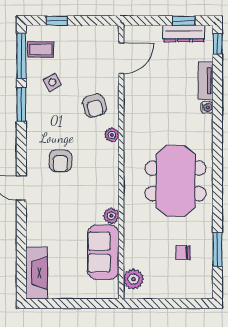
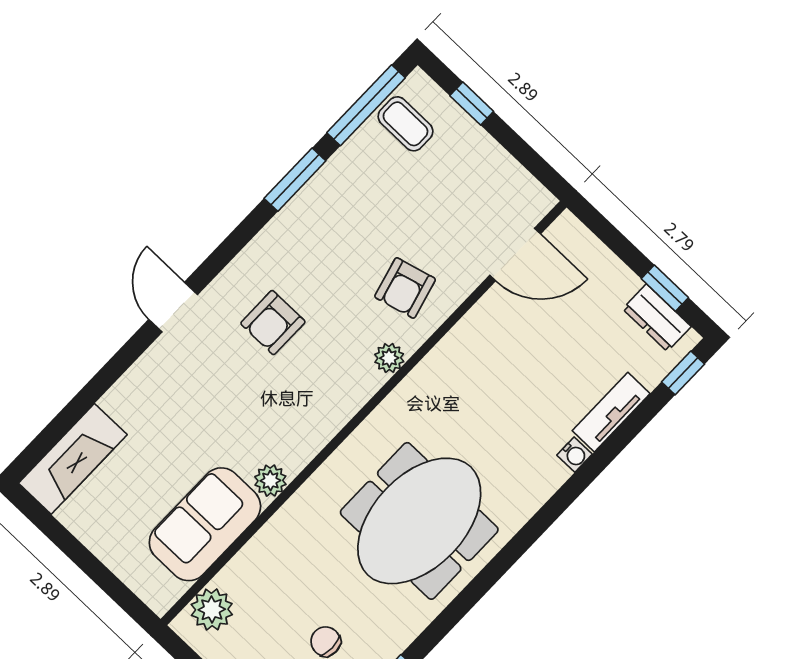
dresser: (184, 34) -> (657, 318), width x0.70
side table: (52, 82) -> (375, 191), removed

